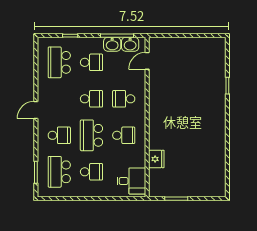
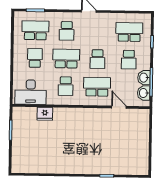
door: (147, 61) -> (119, 107), moved
school desk: (124, 99) -> (97, 87), width x1.85
school desk: (91, 172) -> (35, 58), turned 180
desk: (131, 181) -> (31, 92), width x1.37

